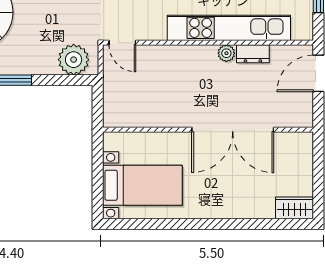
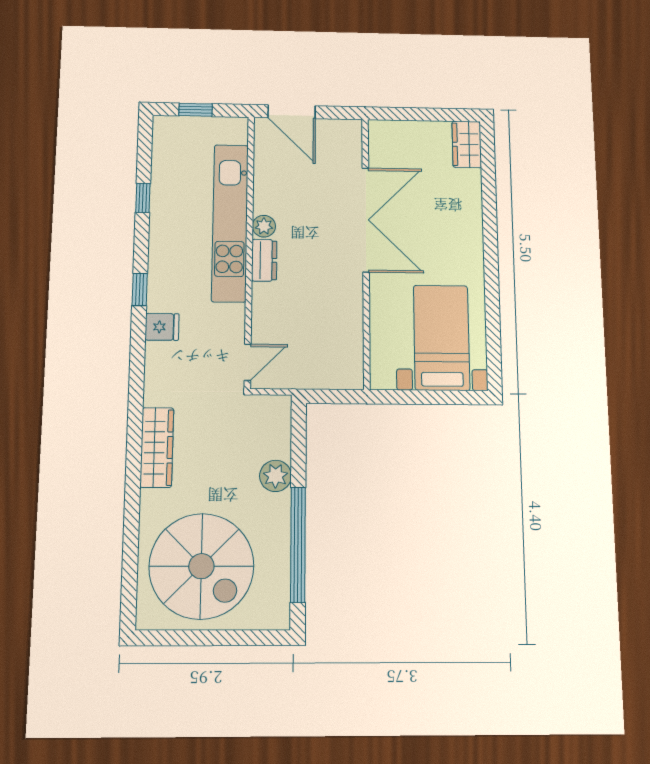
dresser: (253, 54) -> (264, 260), moved
plant: (74, 60) -> (276, 476), moved, width x0.73, depth x0.73

